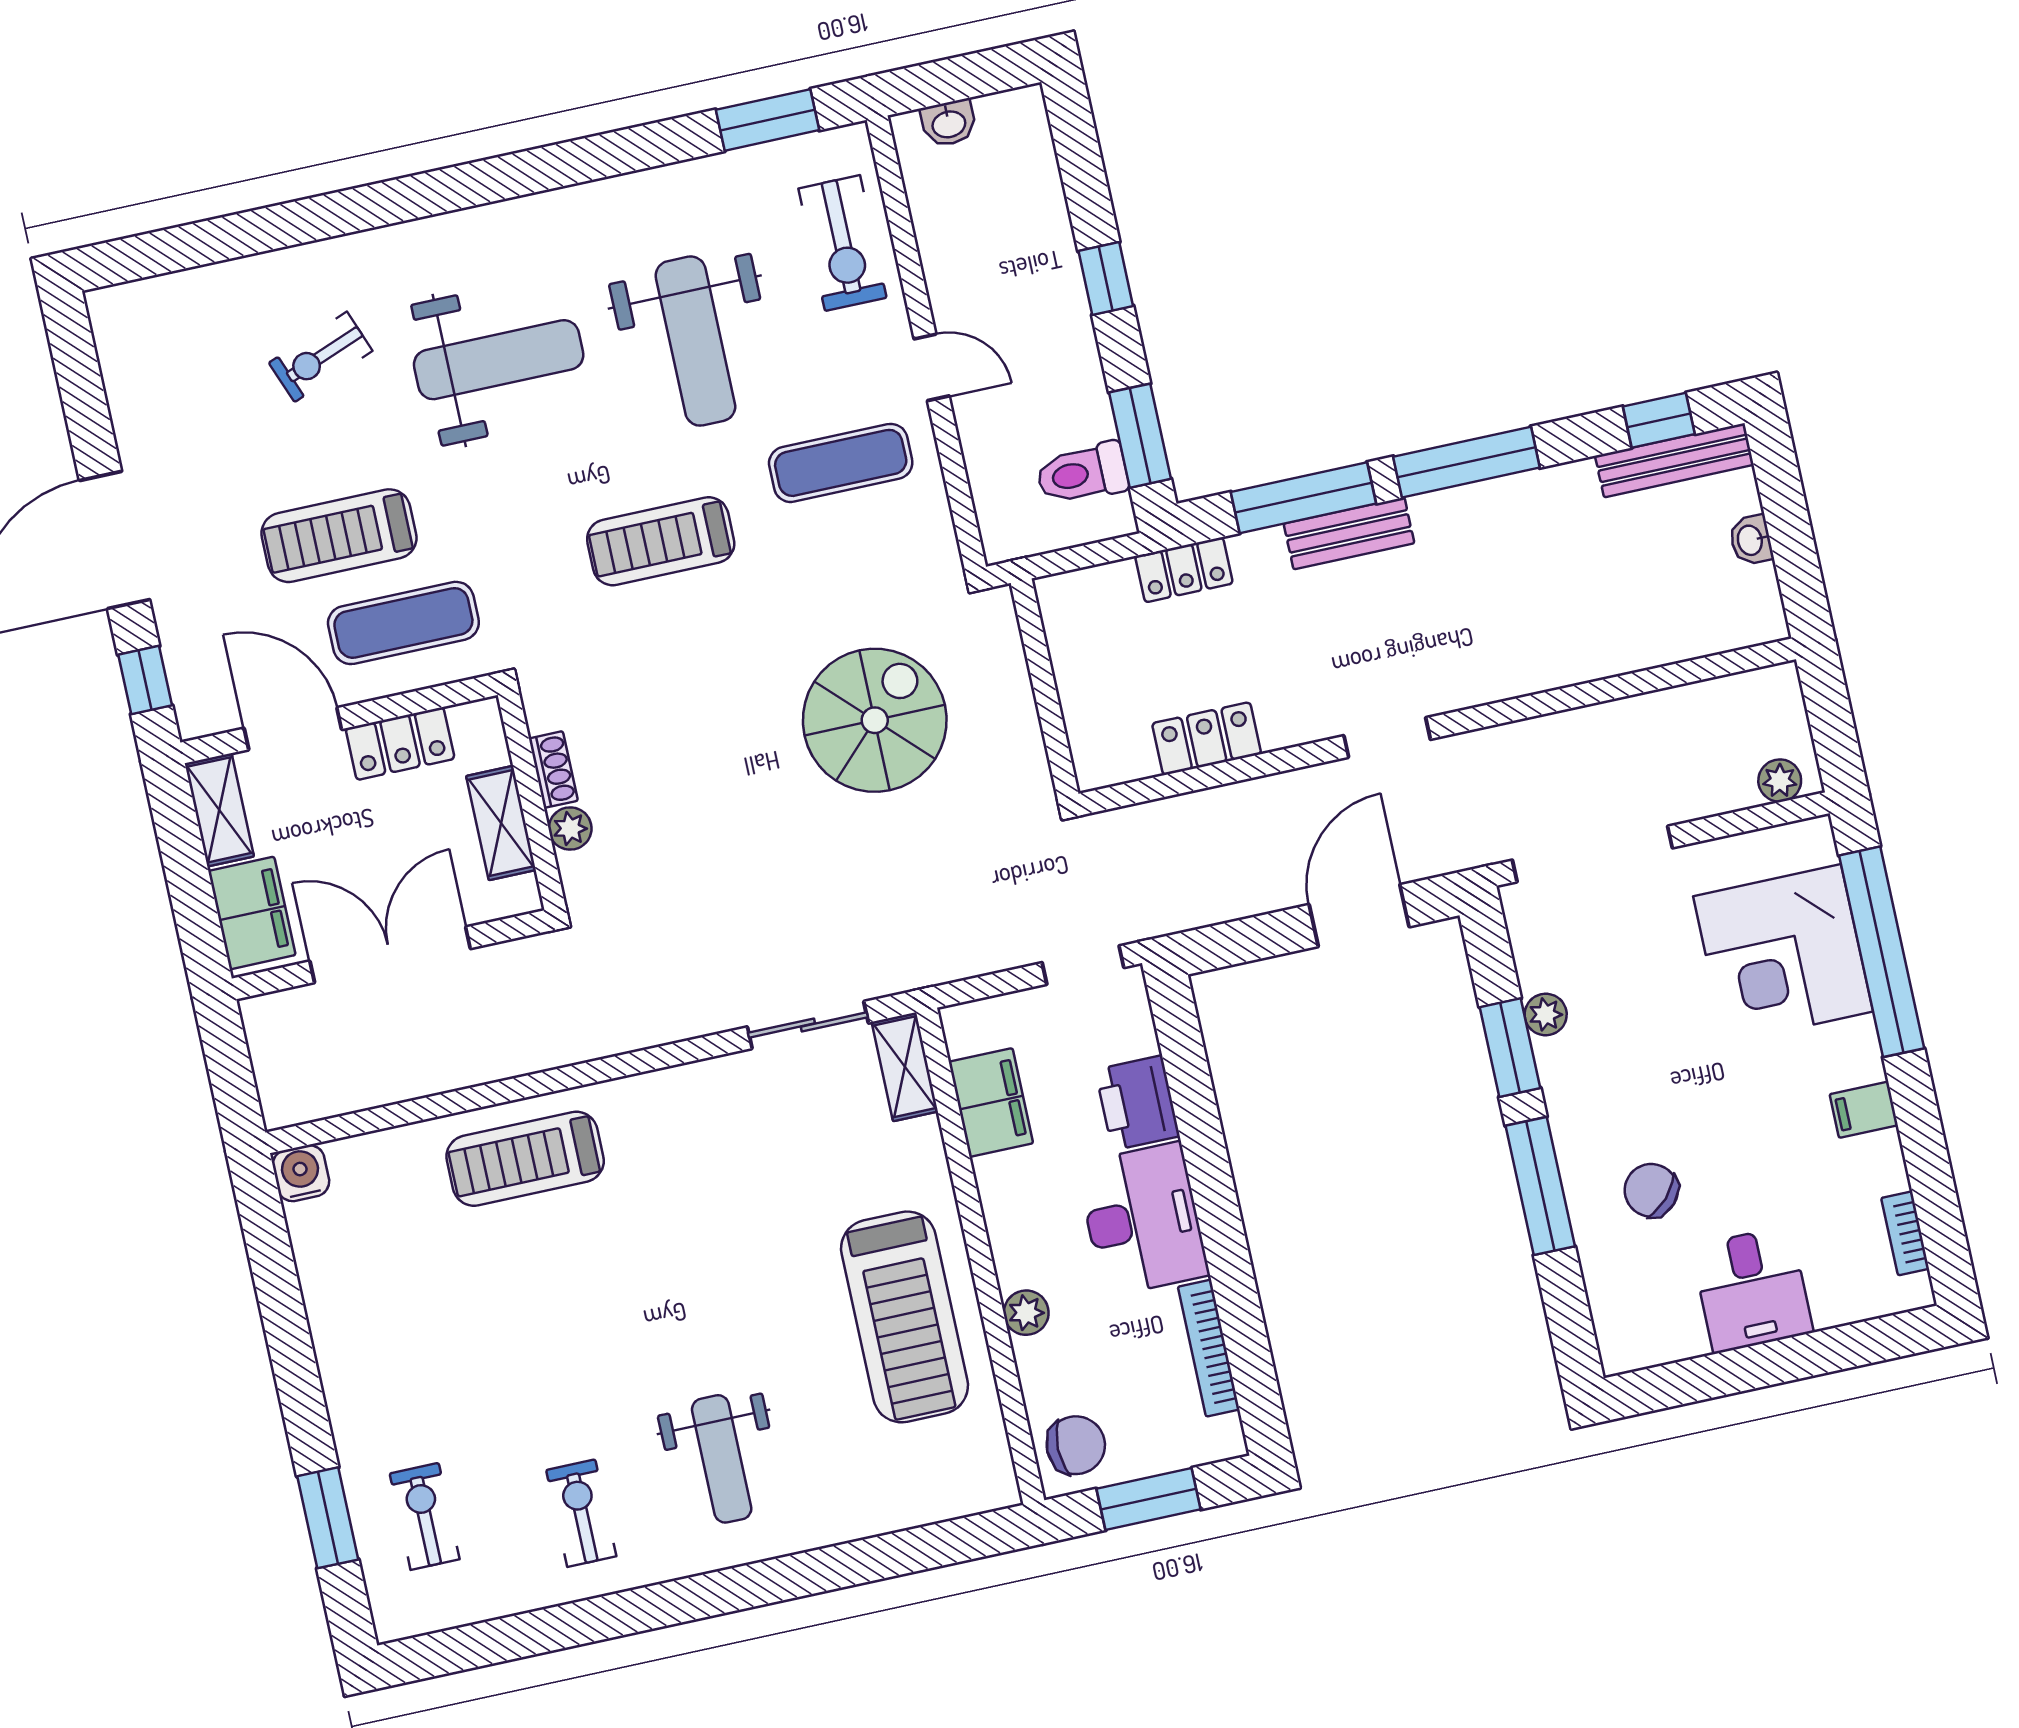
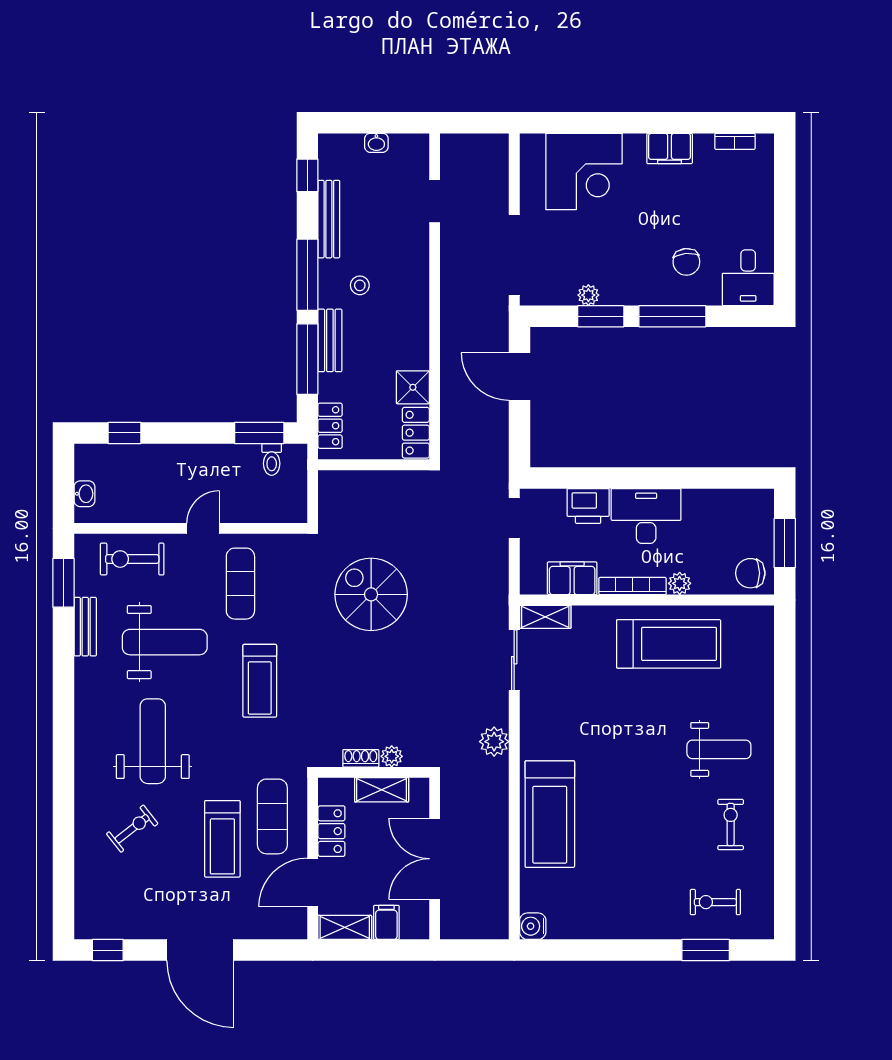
bench: (692, 181) -> (85, 627), added
exercise bike: (842, 243) -> (132, 559), turned 180
window: (1106, 279) -> (124, 433), moved
exercise bike: (321, 357) -> (132, 829), turned -107
bench: (1674, 460) -> (329, 219), moved
toilet: (1082, 473) -> (272, 459), width x0.73, depth x0.72
stool: (1468, 568) -> (360, 285), added
window: (145, 680) -> (108, 950), moved
wall: (1045, 688) -> (374, 465), moved
shower: (1293, 714) -> (413, 387), added
doorway: (1387, 737) -> (435, 201), moved
plant: (1780, 781) -> (494, 742), moved, width x1.38, depth x1.38
filing cabinet: (252, 913) -> (386, 922), width x0.50
window: (1882, 952) -> (594, 123), removed
filing cabinet: (1864, 1110) -> (670, 148), width x2.00
treadmill: (525, 1159) -> (550, 814), width x1.37, depth x1.38
chair: (1651, 1190) -> (686, 262), turned -48
desk: (1752, 1289) -> (748, 278), moved, turned 90
bookcase: (1209, 1348) -> (633, 586), moved, turned 180
chair: (1076, 1445) -> (750, 573), turned -90
exercise bike: (581, 1513) -> (731, 824), turned 90

